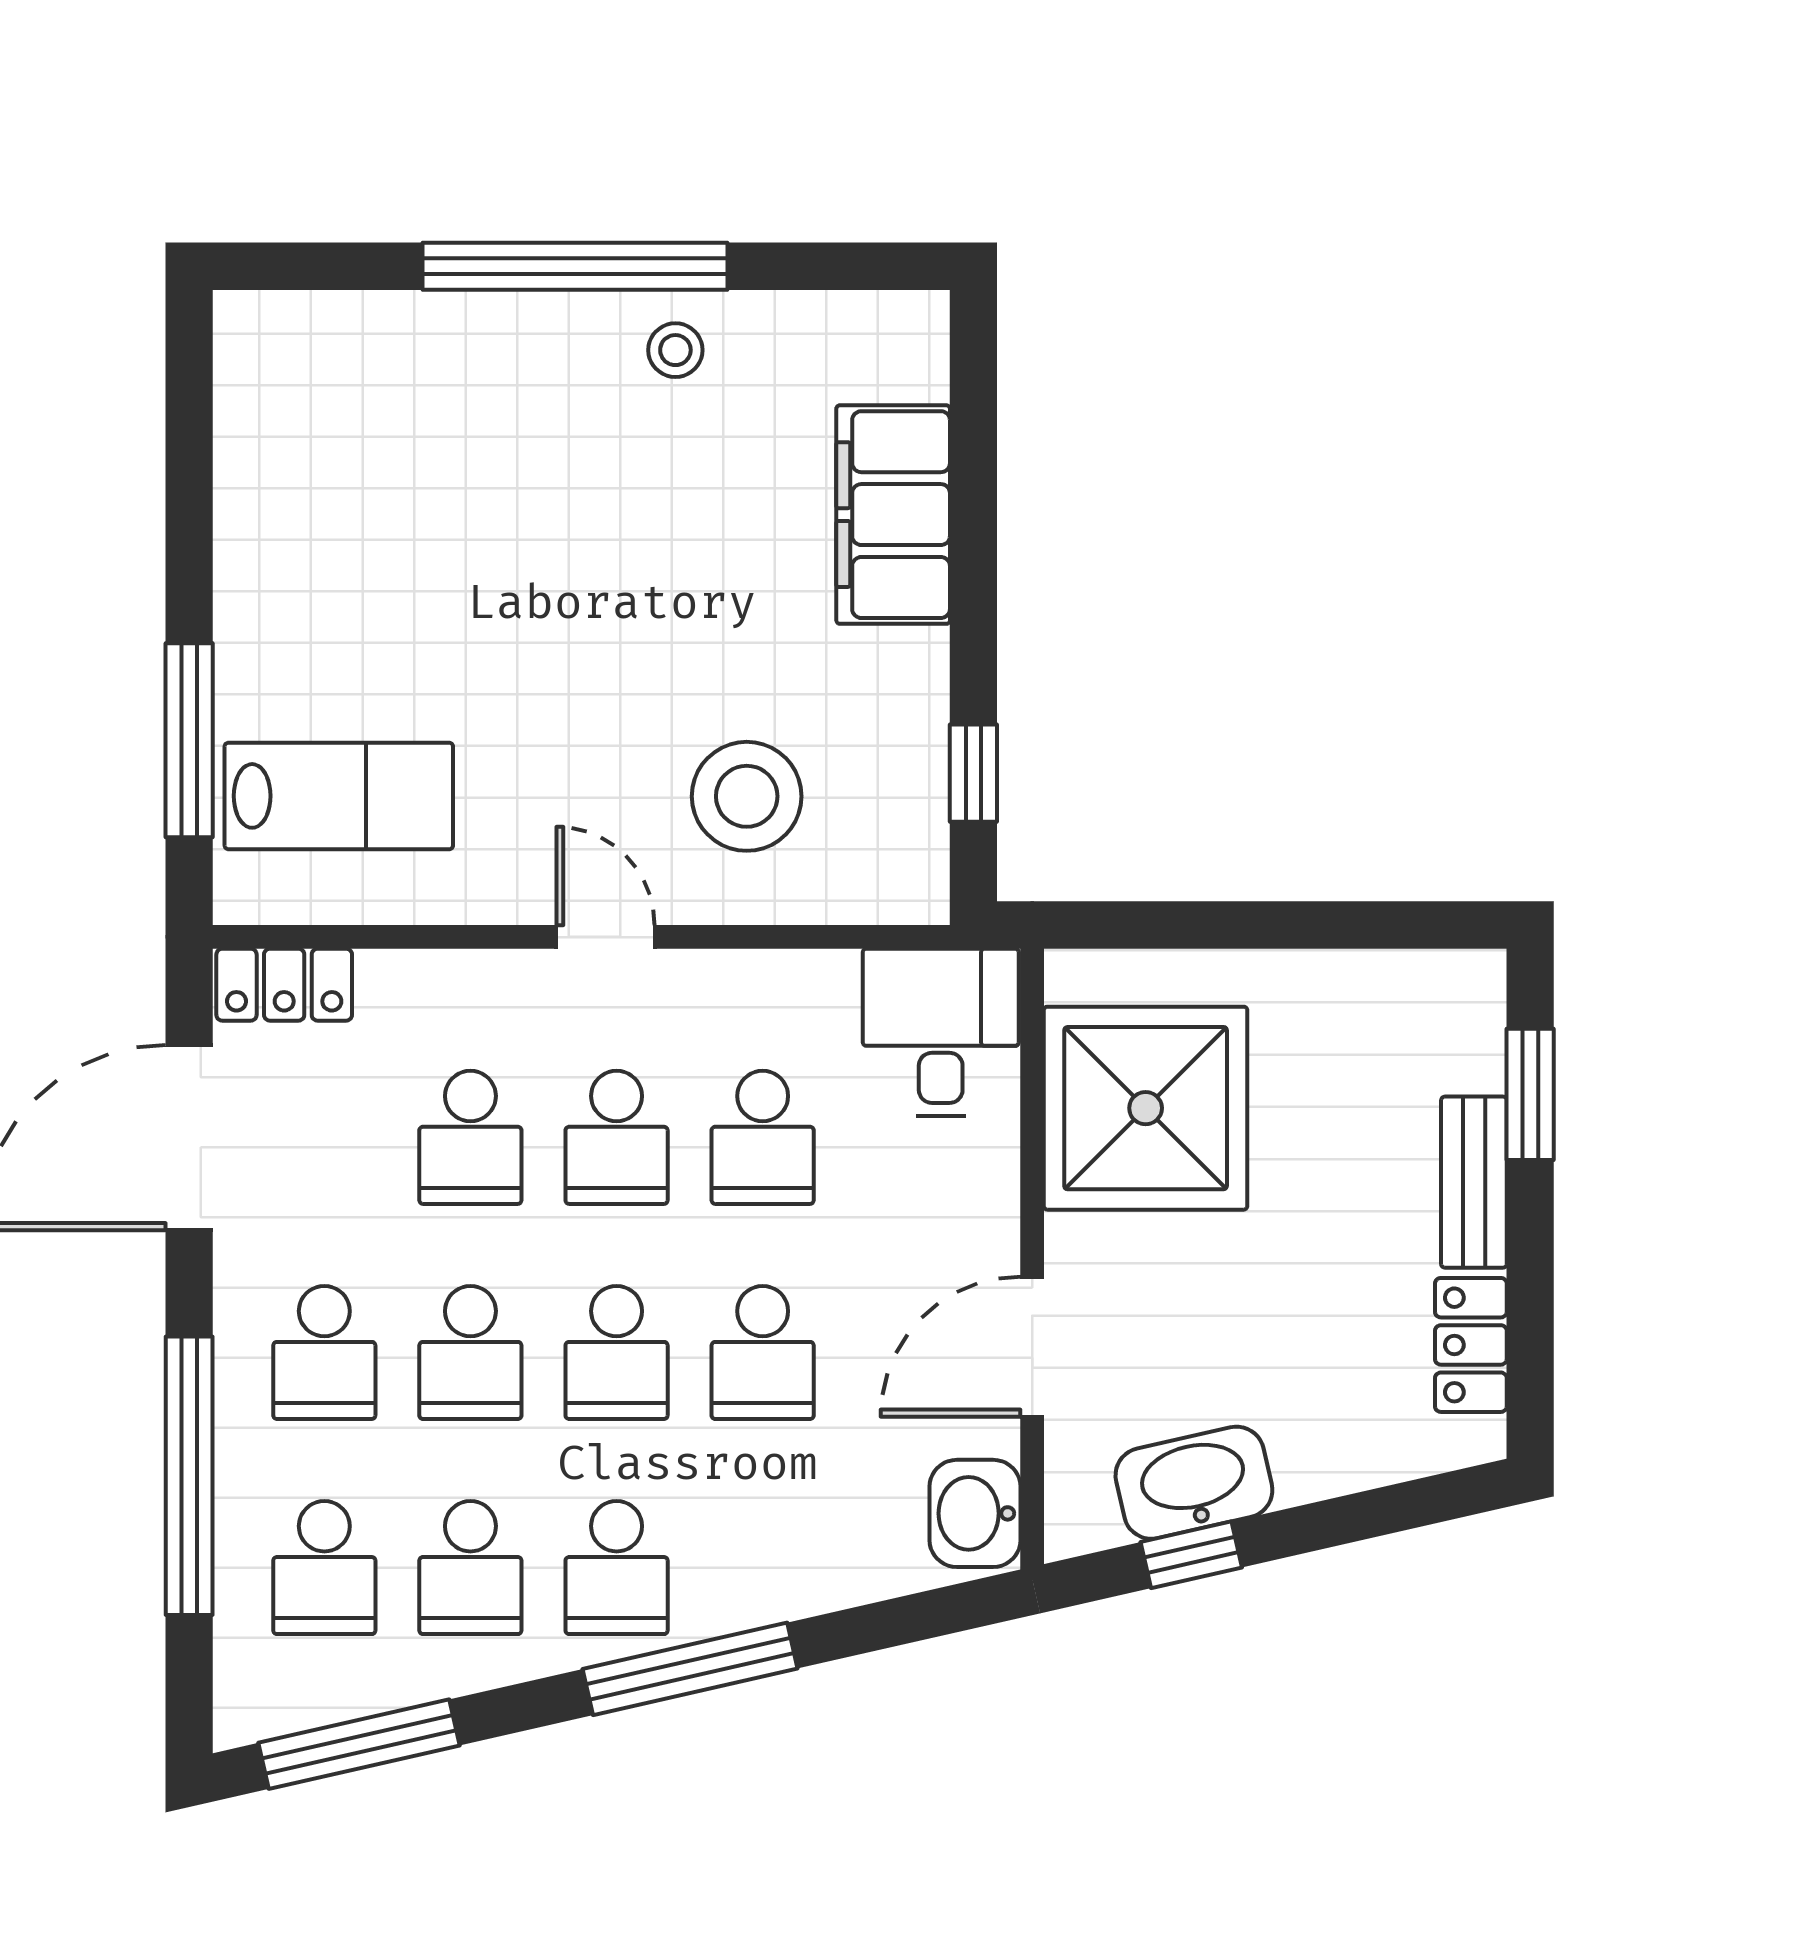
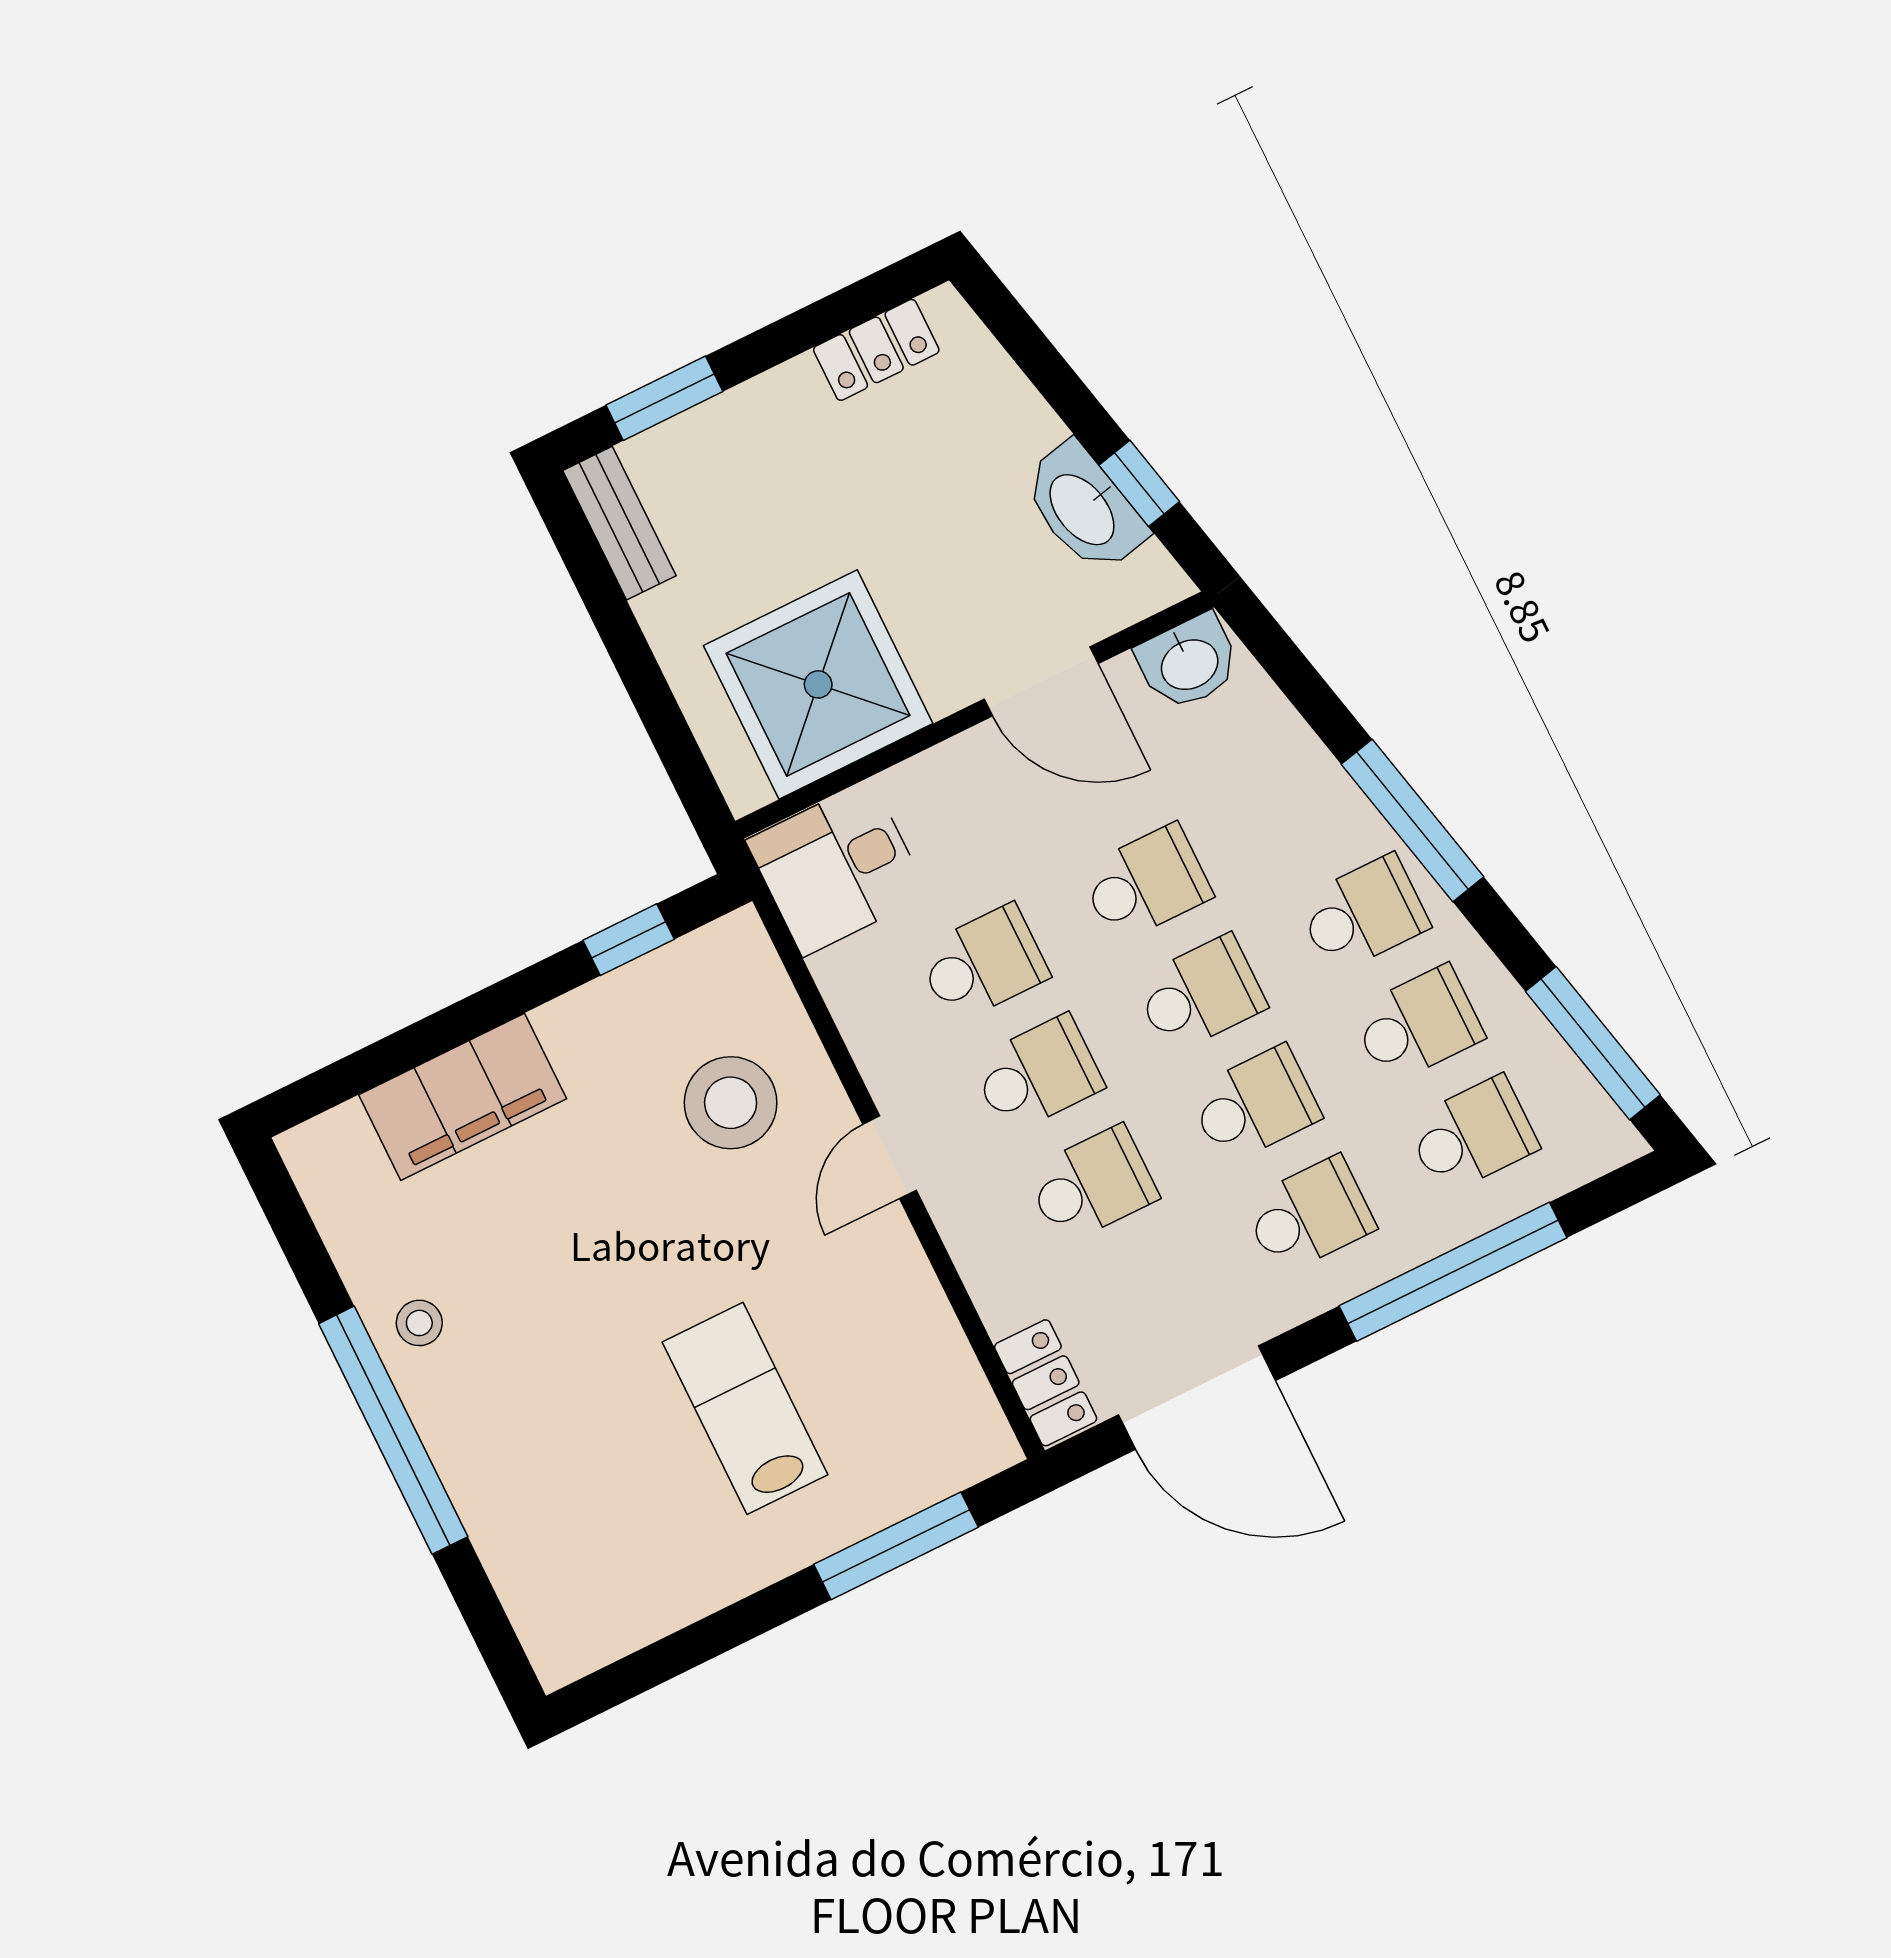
lab bench: (339, 796) -> (745, 1408), moved
bench: (1474, 1182) -> (619, 523), moved, turned 90

